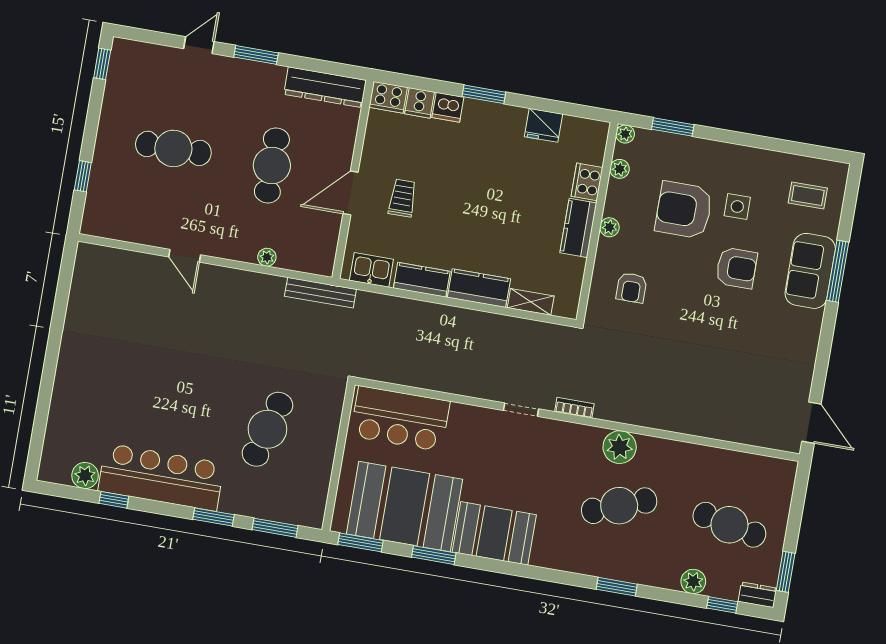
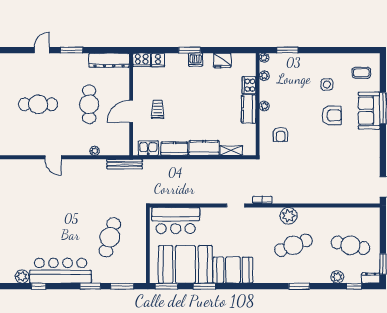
dishwasher: (448, 107) -> (196, 60), moved
armchair: (684, 210) -> (300, 91), removed

